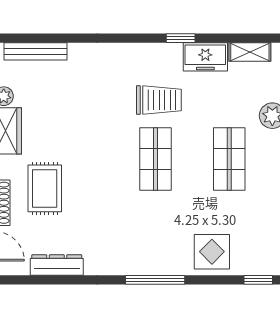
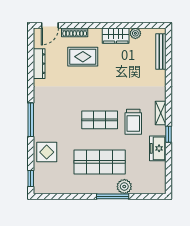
shelving: (250, 52) -> (161, 113), moved
shop shelf: (229, 159) -> (100, 162), width x1.43, depth x1.36

